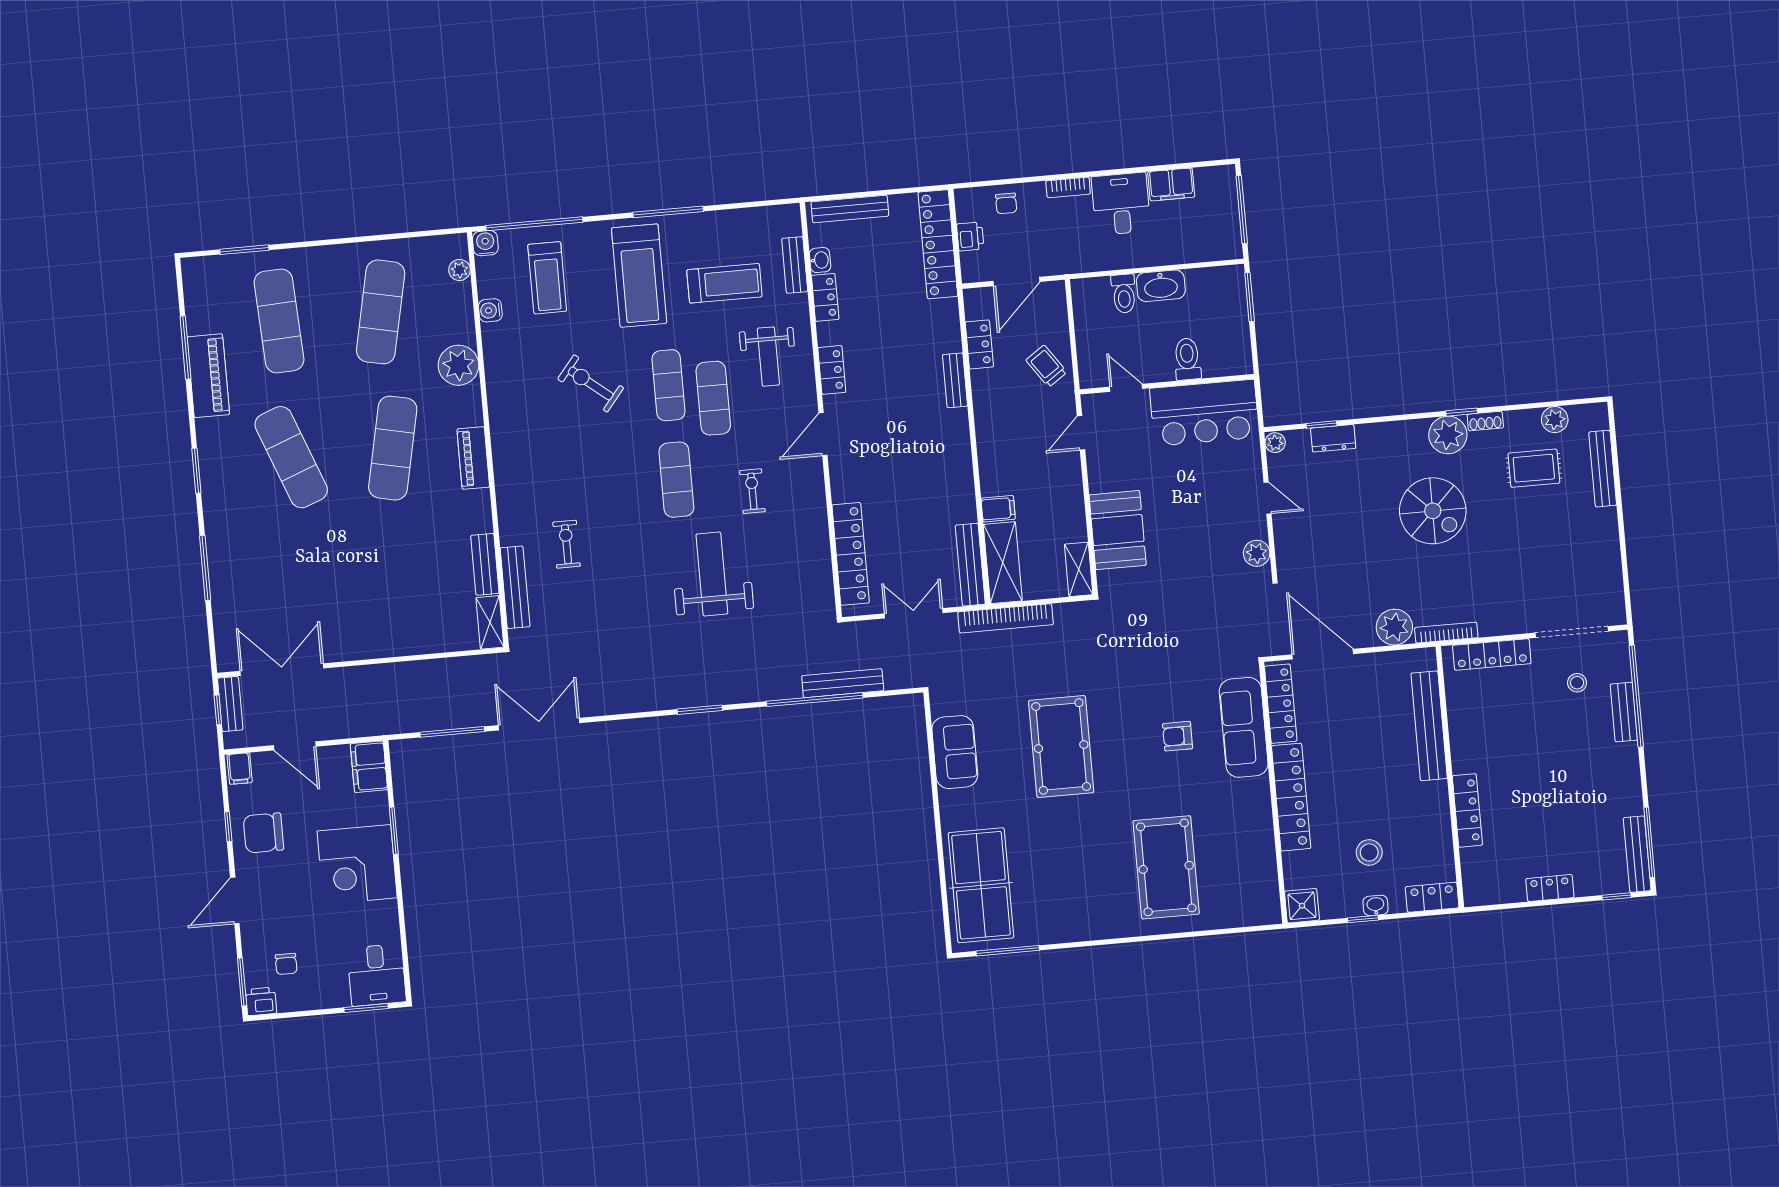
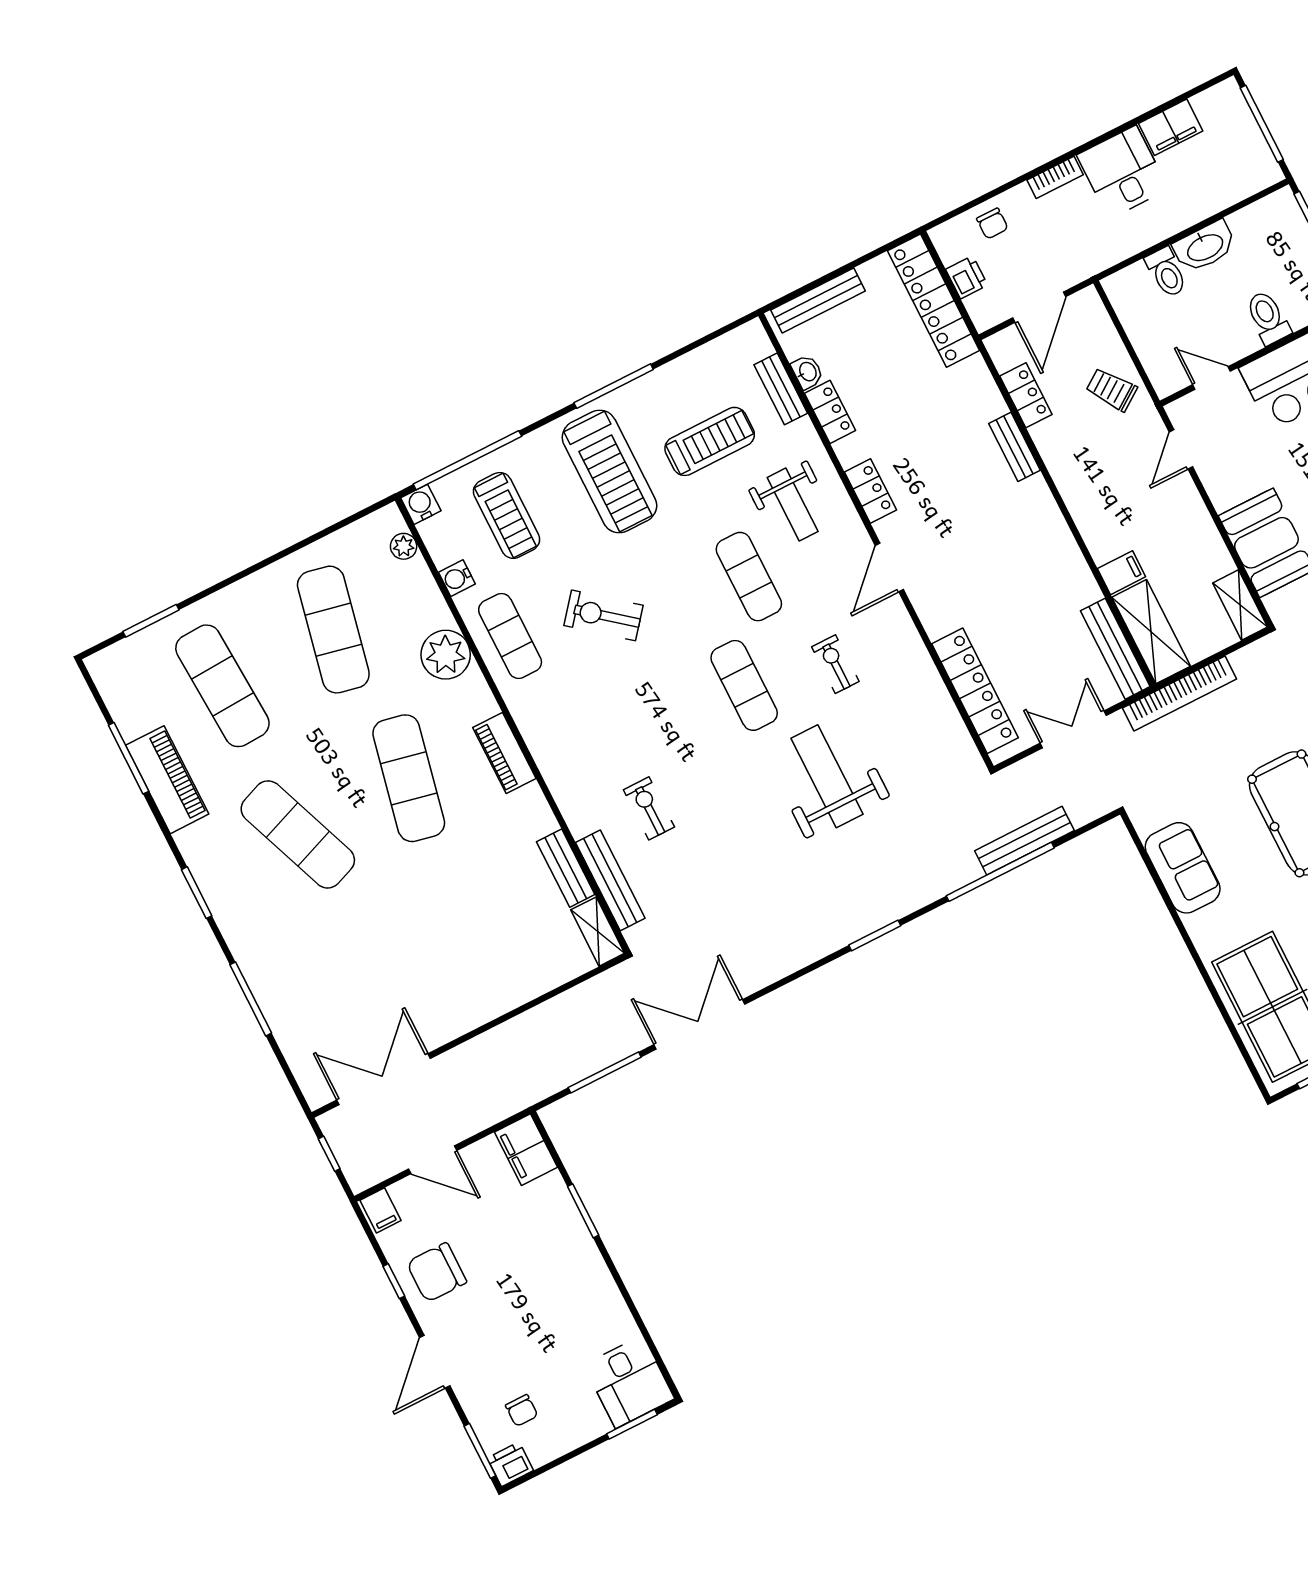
exercise mat: (668, 385) -> (510, 636), moved
bench: (230, 704) -> (341, 1142), removed
corner desk: (357, 864) -> (557, 1266), removed

